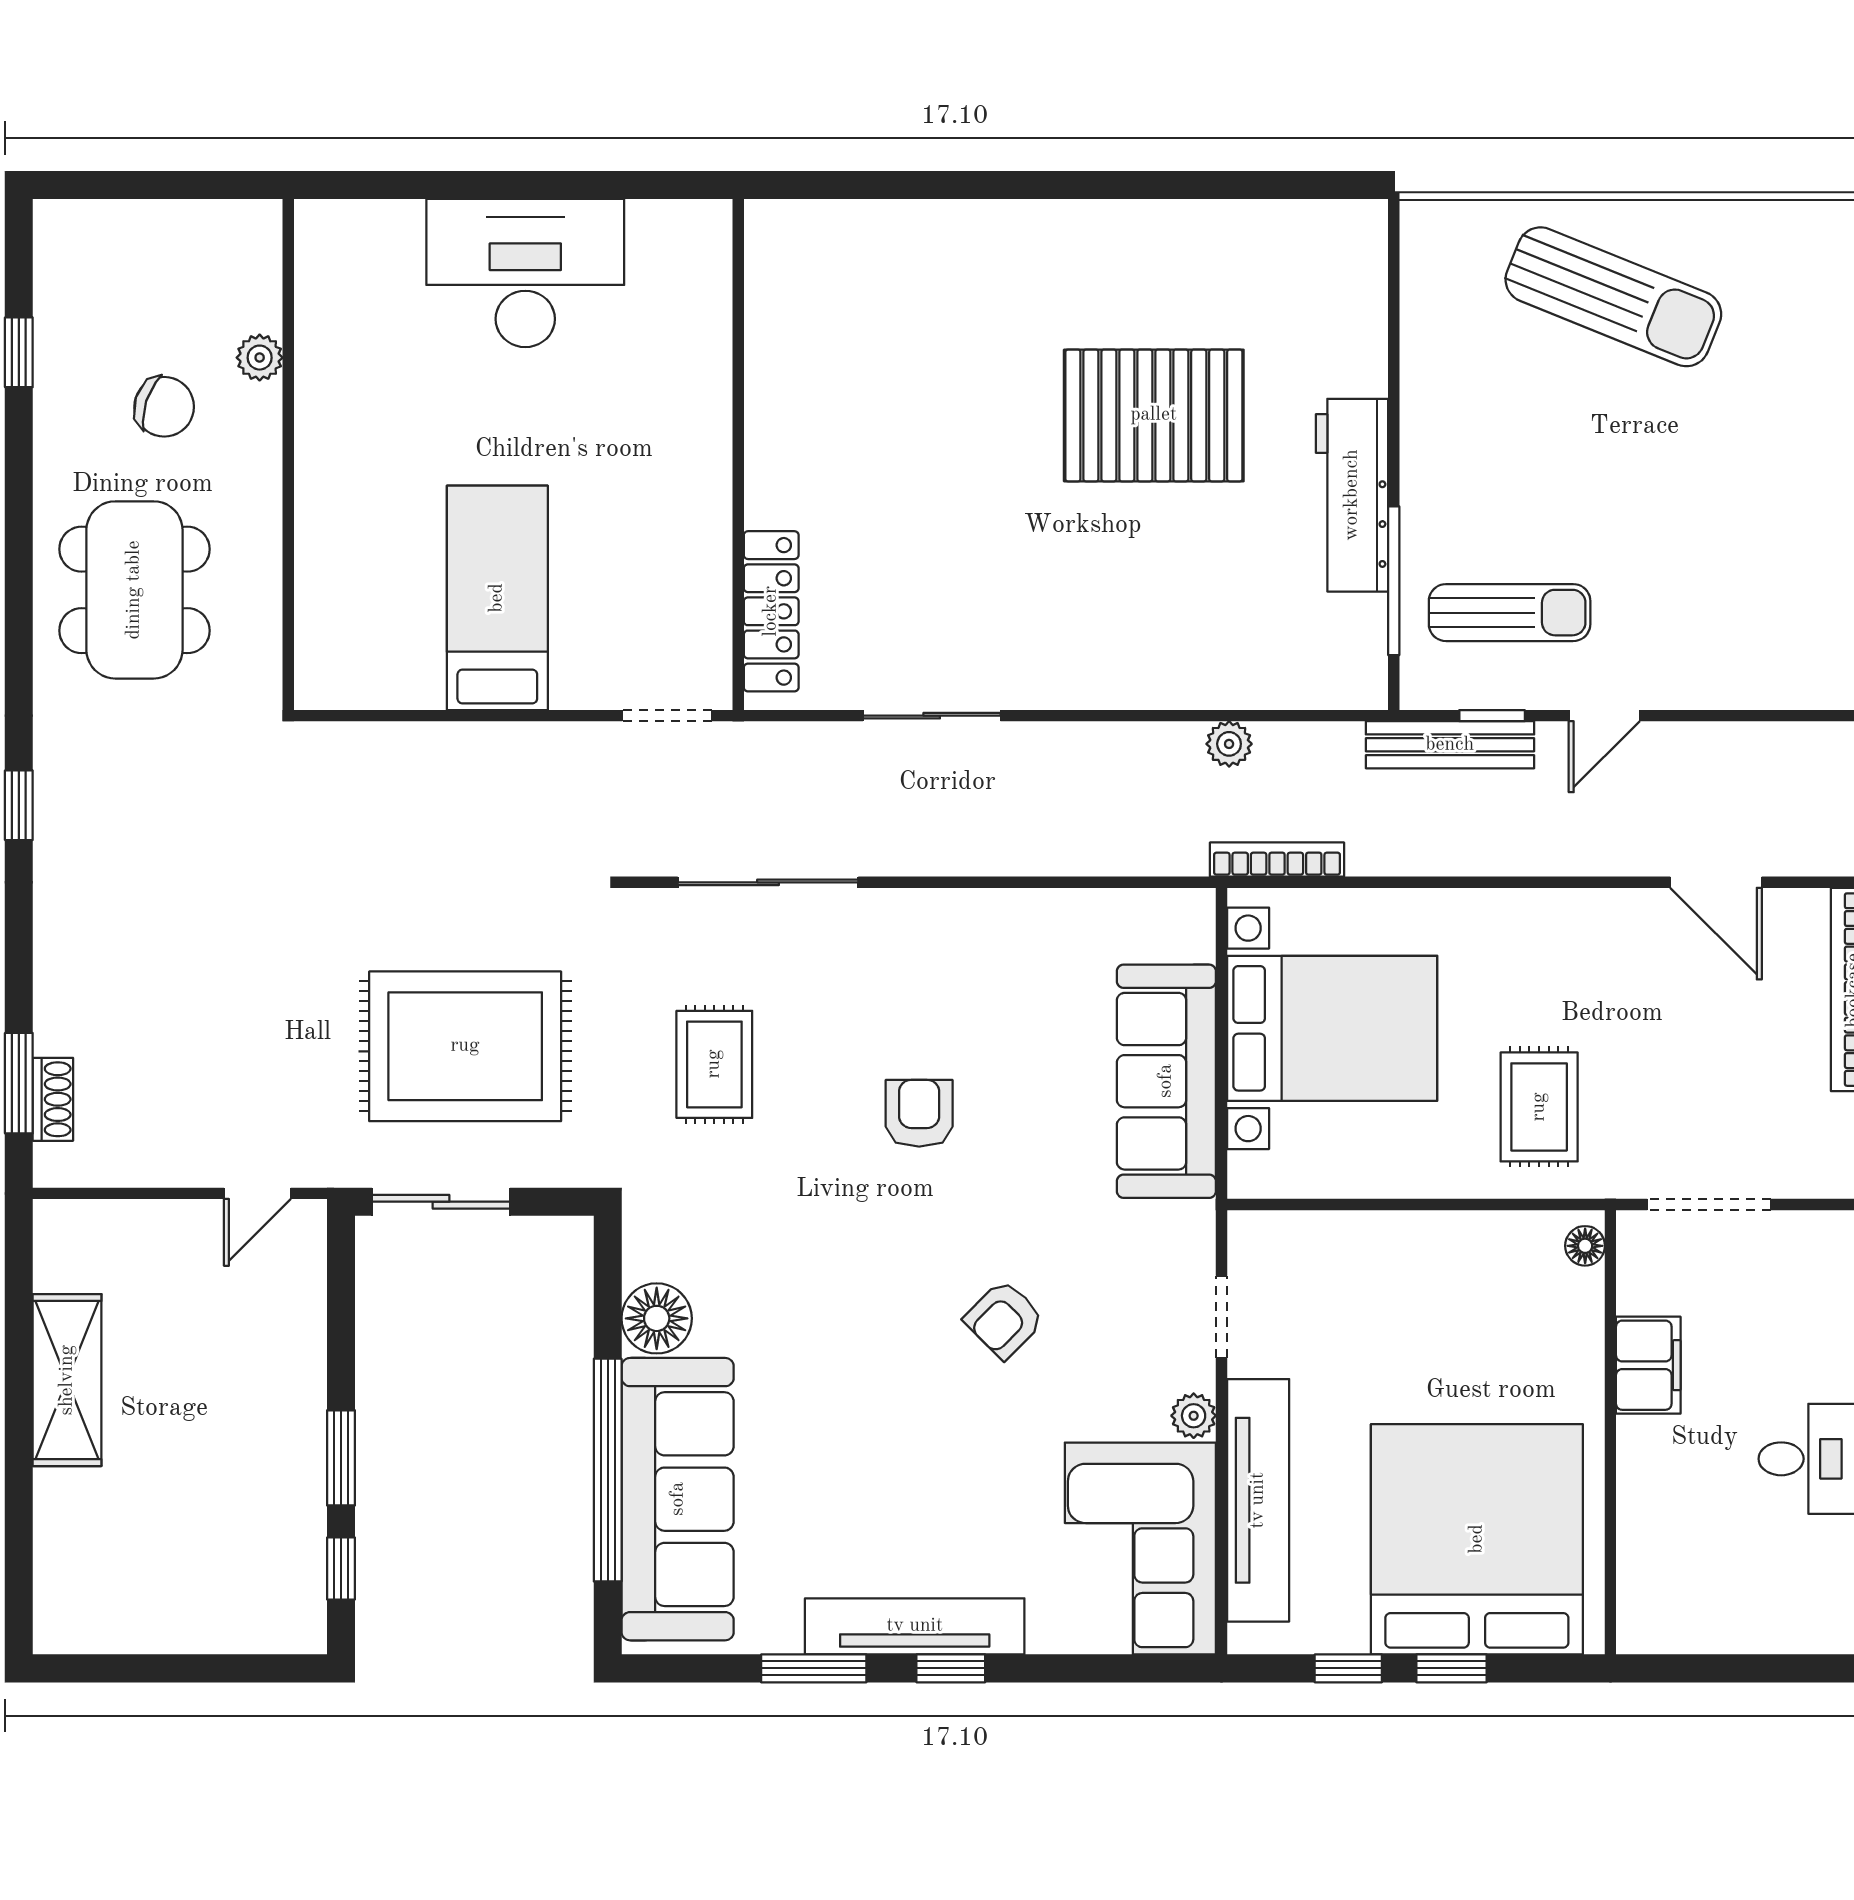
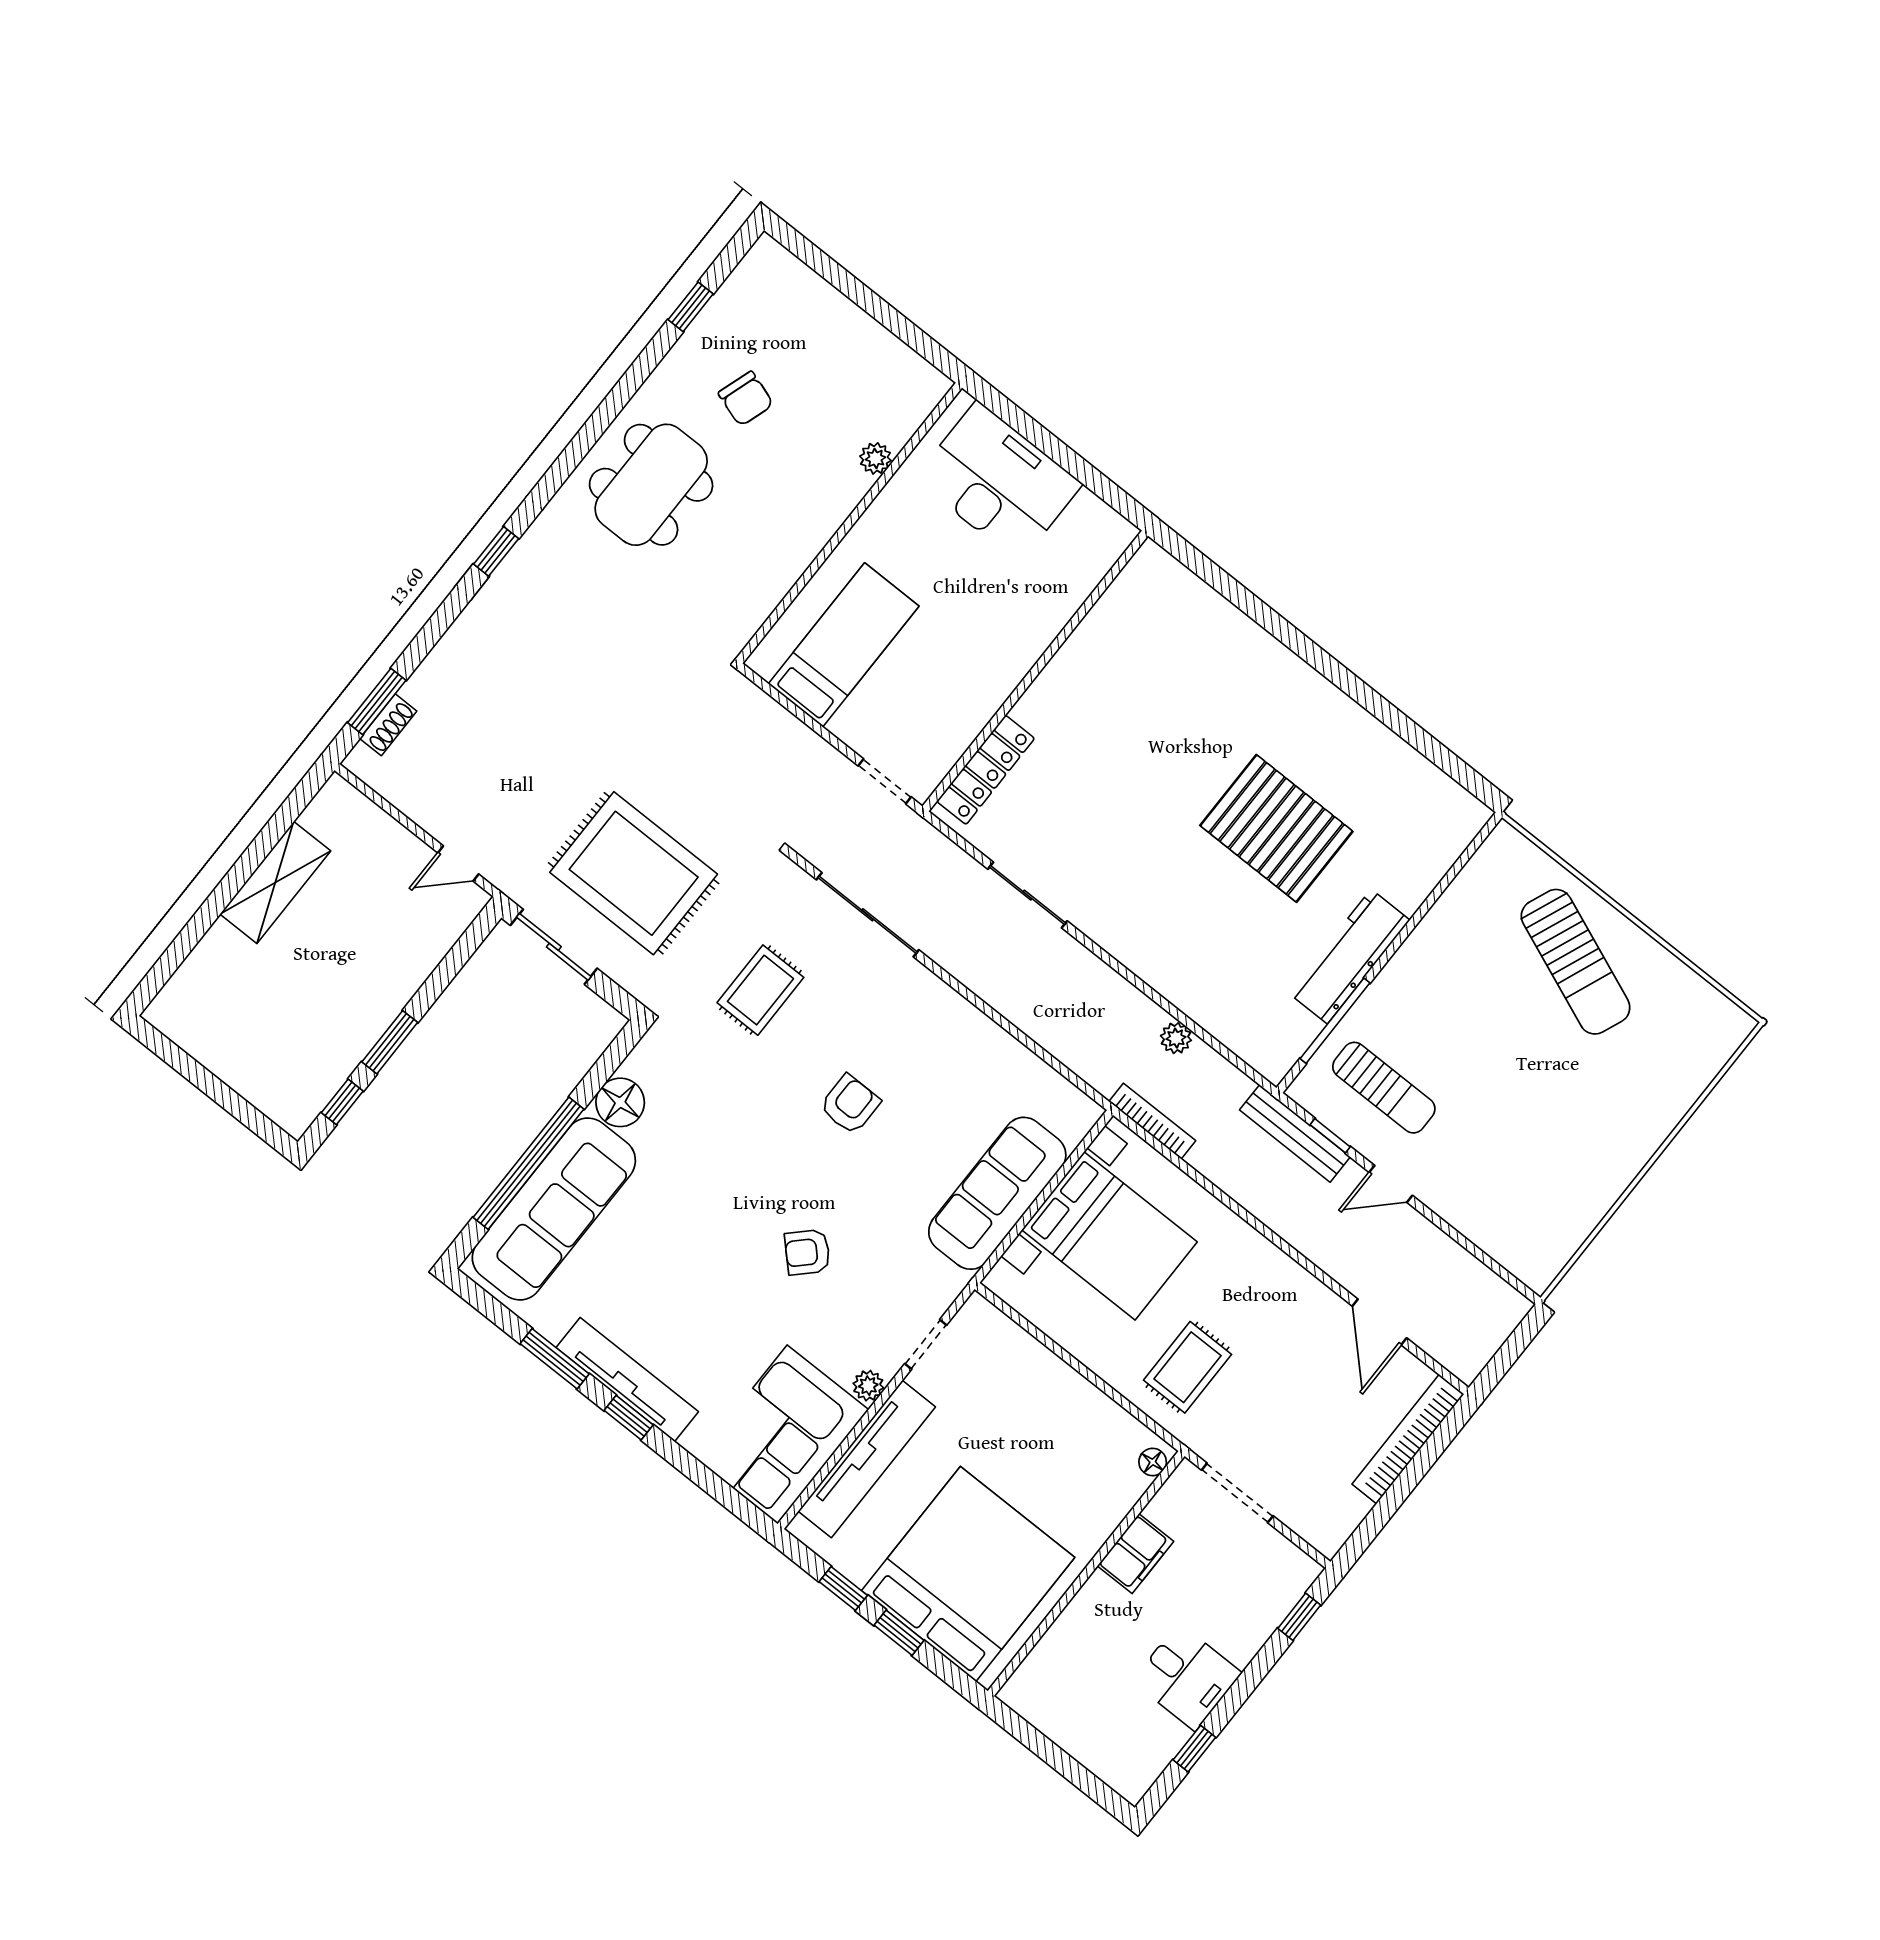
plant: (260, 358) -> (875, 458), moved
wall: (288, 455) -> (849, 523), moved

